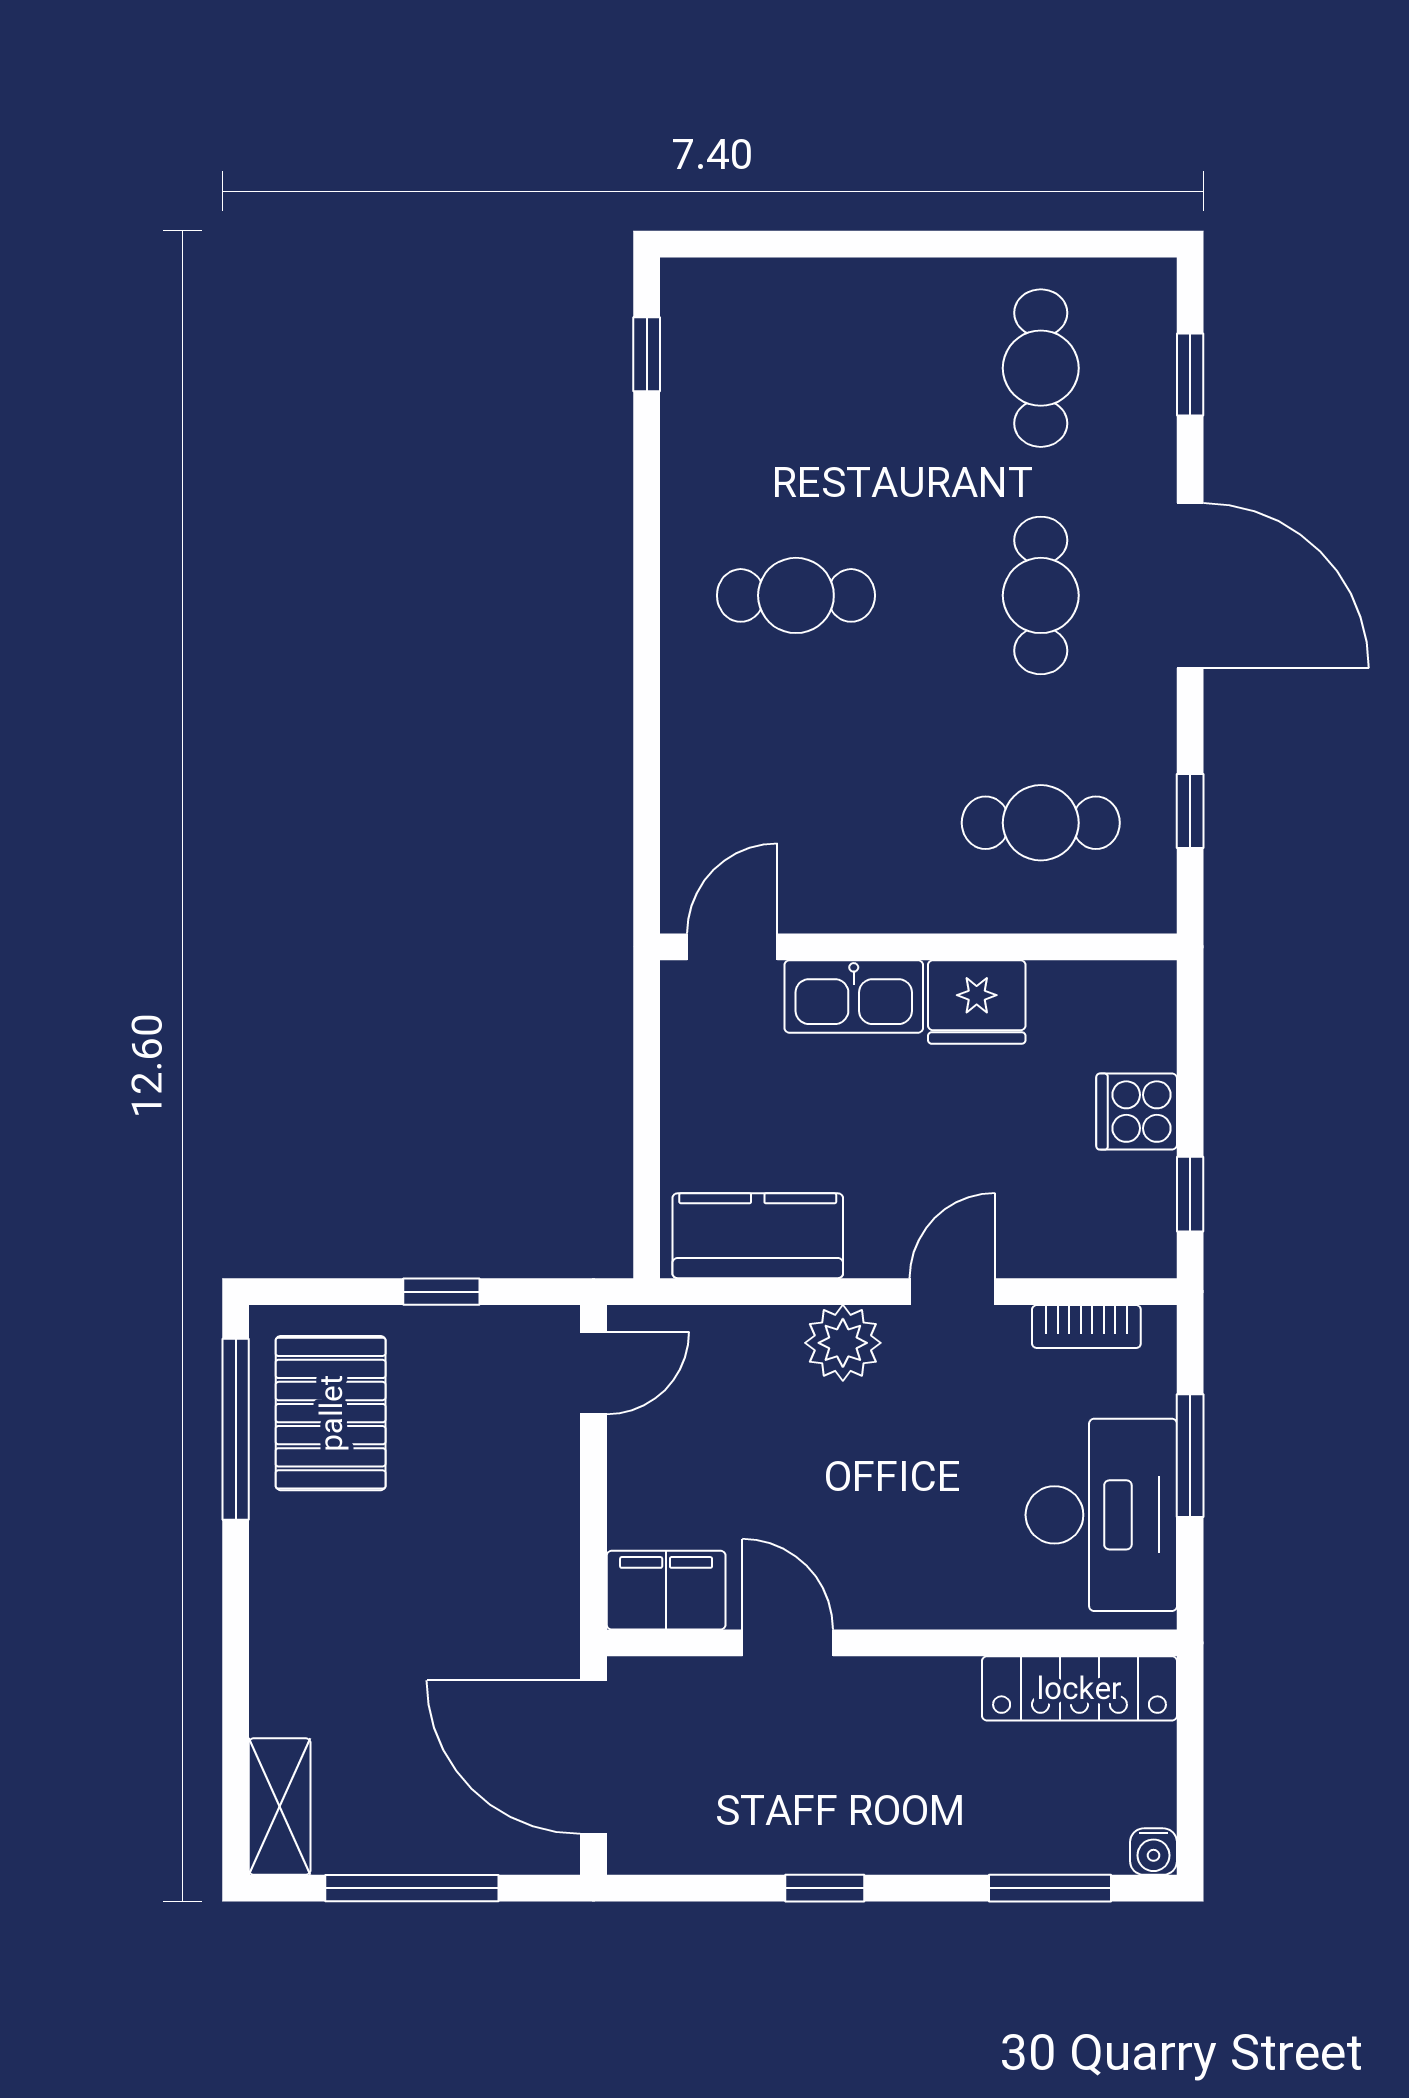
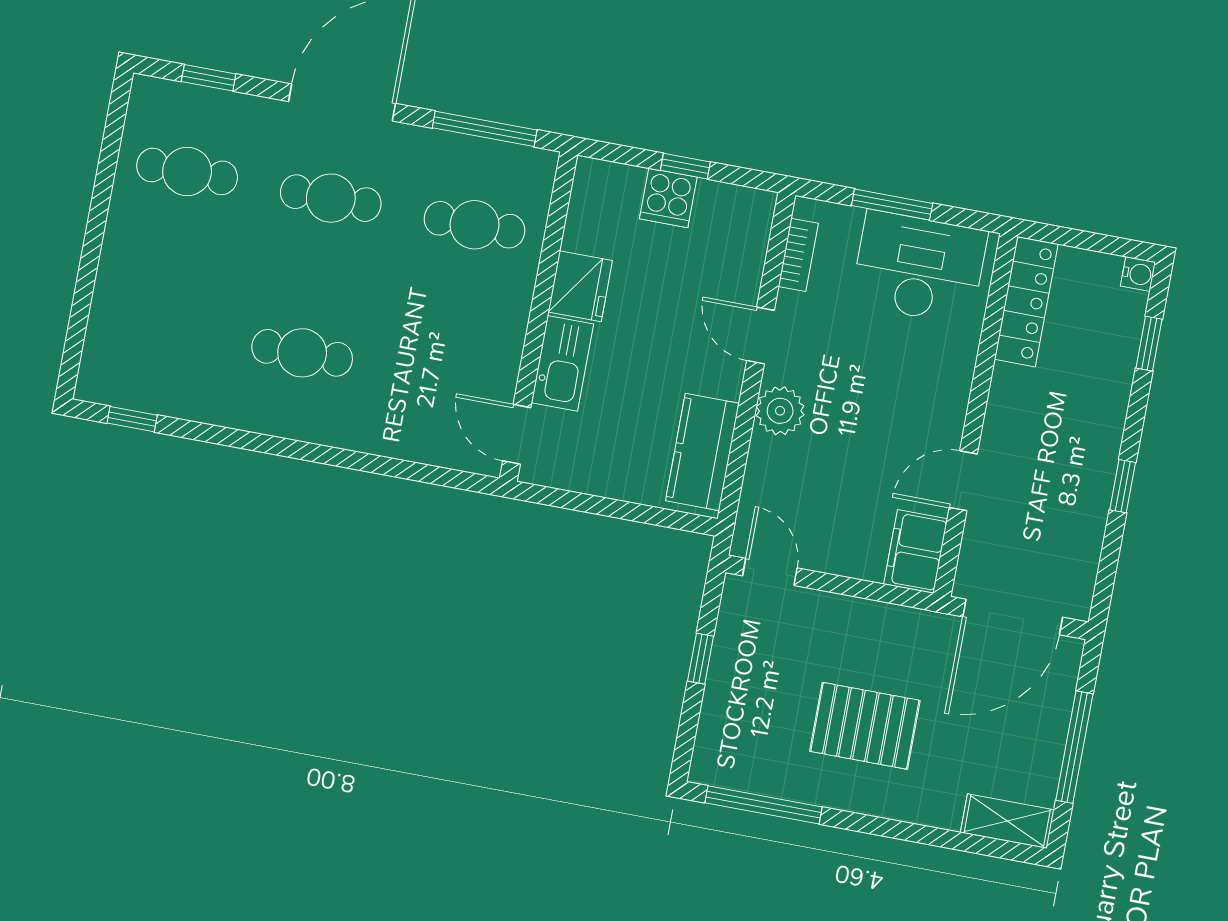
cafe table: (796, 595) -> (302, 353), turned 90
window: (1190, 811) -> (485, 129), width x2.17
cafe table: (1041, 823) -> (474, 225), turned 90
window: (1190, 1194) -> (685, 166), moved
pallet: (331, 1413) -> (865, 726), moved
window: (1050, 1888) -> (1149, 344), width x0.67

